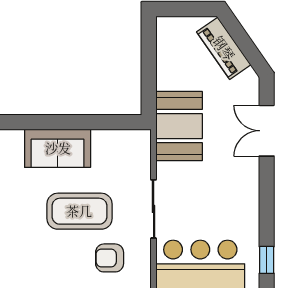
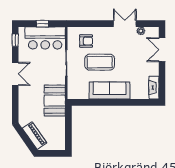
double door: (267, 131) -> (15, 74), moved
sofa: (58, 148) -> (110, 91), width x1.36

